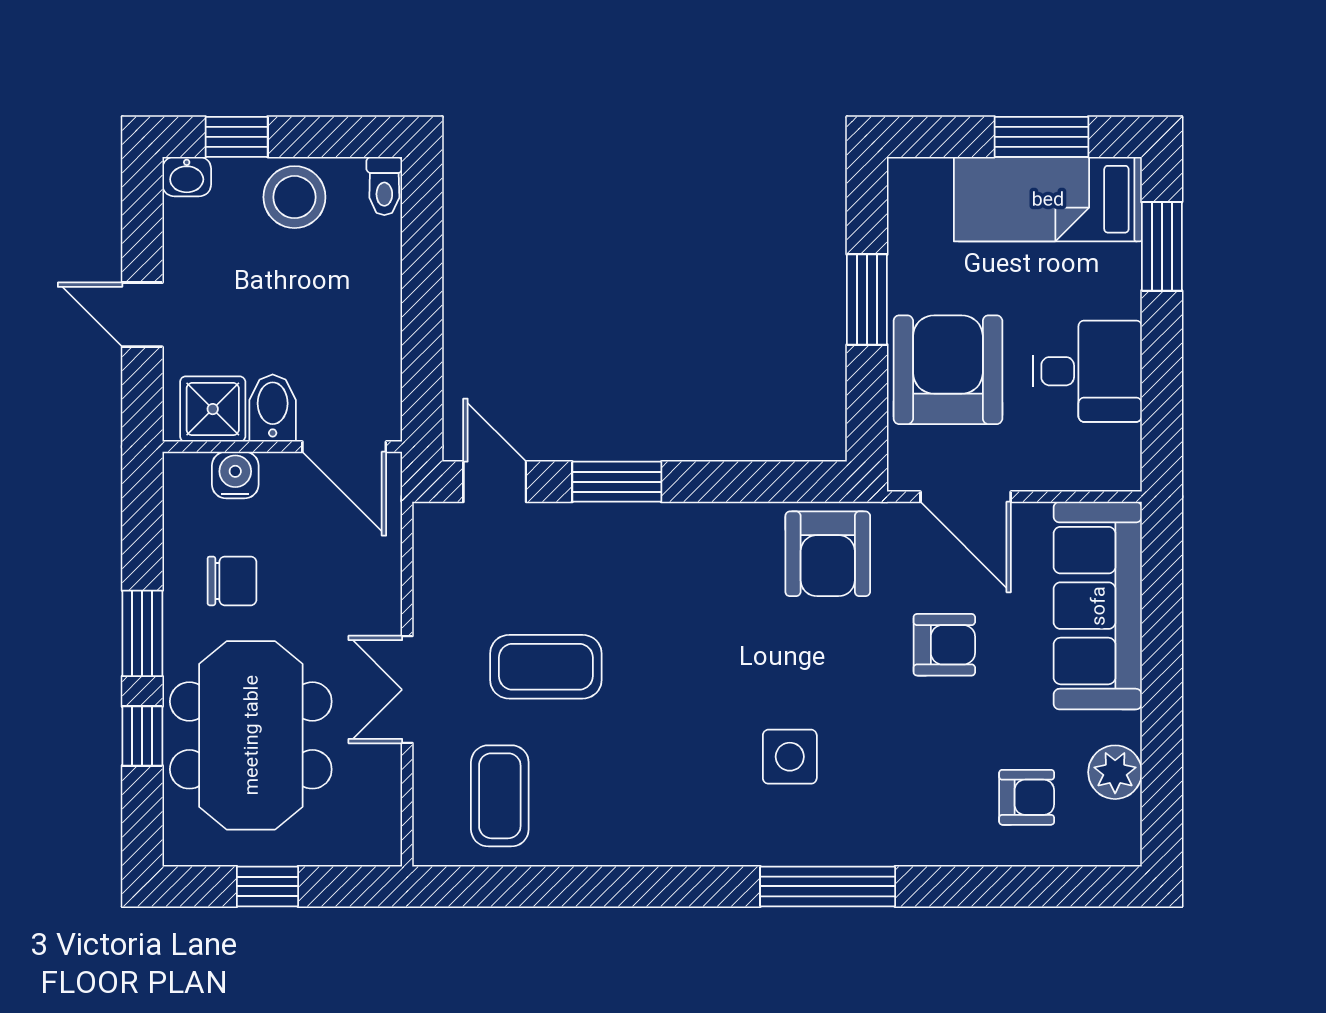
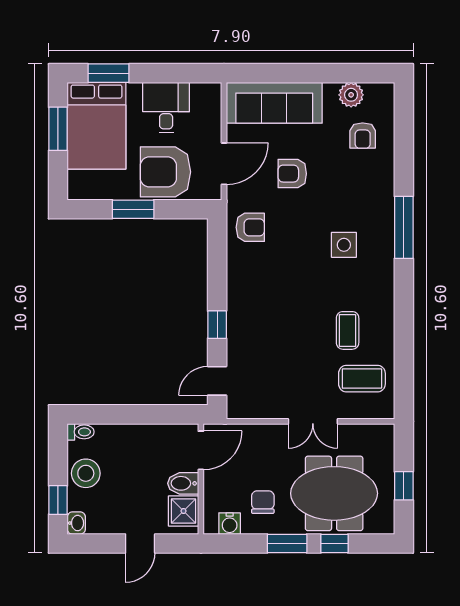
bed: (1048, 199) -> (96, 126), width x1.50
water cooler: (235, 475) -> (230, 524), moved, turned -90
window: (617, 482) -> (217, 325), width x0.67
armchair: (828, 554) -> (250, 227), width x0.72, depth x0.72
armchair: (944, 645) -> (292, 174), turned -90
coffee table: (546, 667) -> (348, 330), moved, width x0.73, depth x0.77
armchair: (1027, 797) -> (363, 136), turned 180

